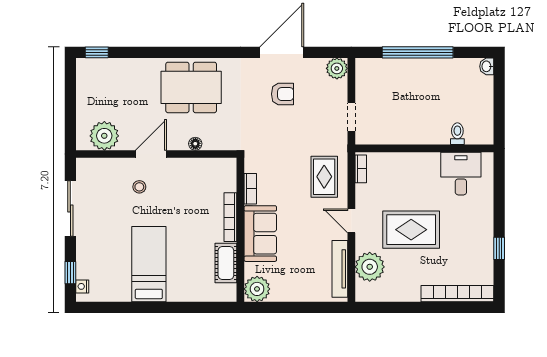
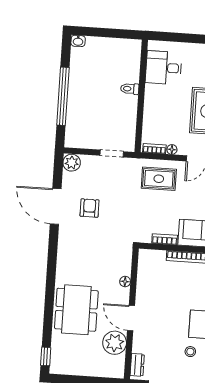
dining table: (191, 87) -> (76, 310), moved
toilet: (457, 134) -> (130, 89), moved
plant: (104, 136) -> (115, 343), moved
dresser: (94, 165) -> (137, 365), added
stool: (139, 187) -> (190, 352), moved
floor lamp: (361, 190) -> (172, 149), added

